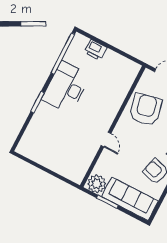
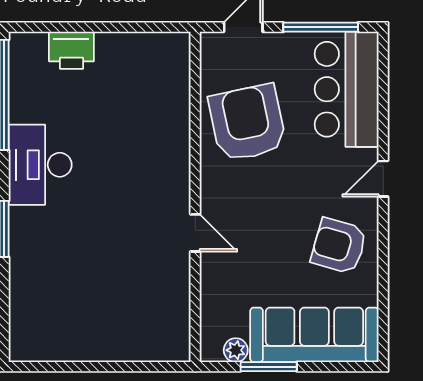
desk: (66, 87) -> (40, 165), width x0.73, depth x0.77
plant: (97, 184) -> (236, 350), width x0.53, depth x0.53

